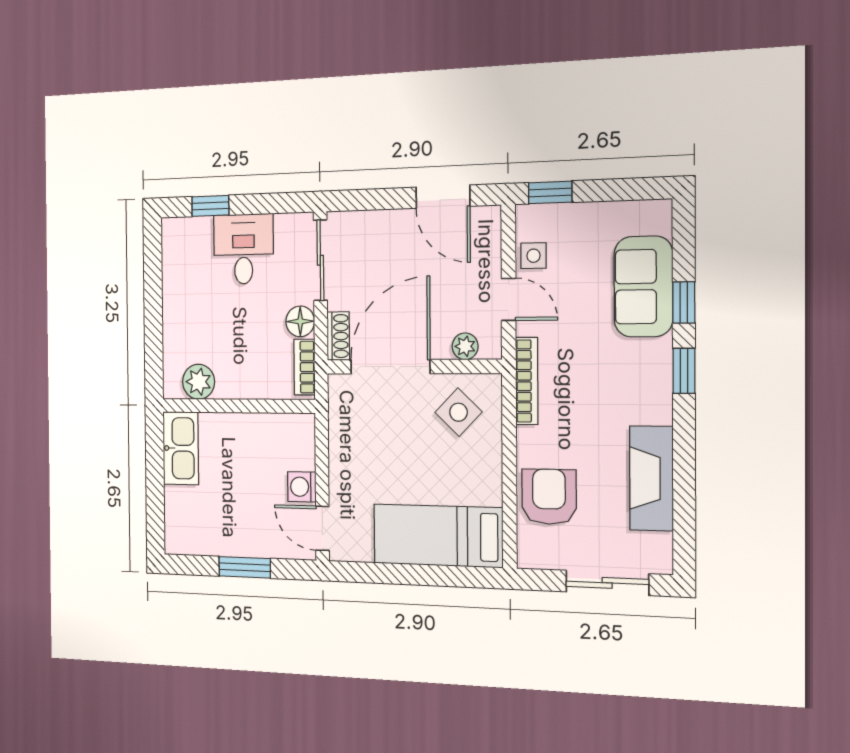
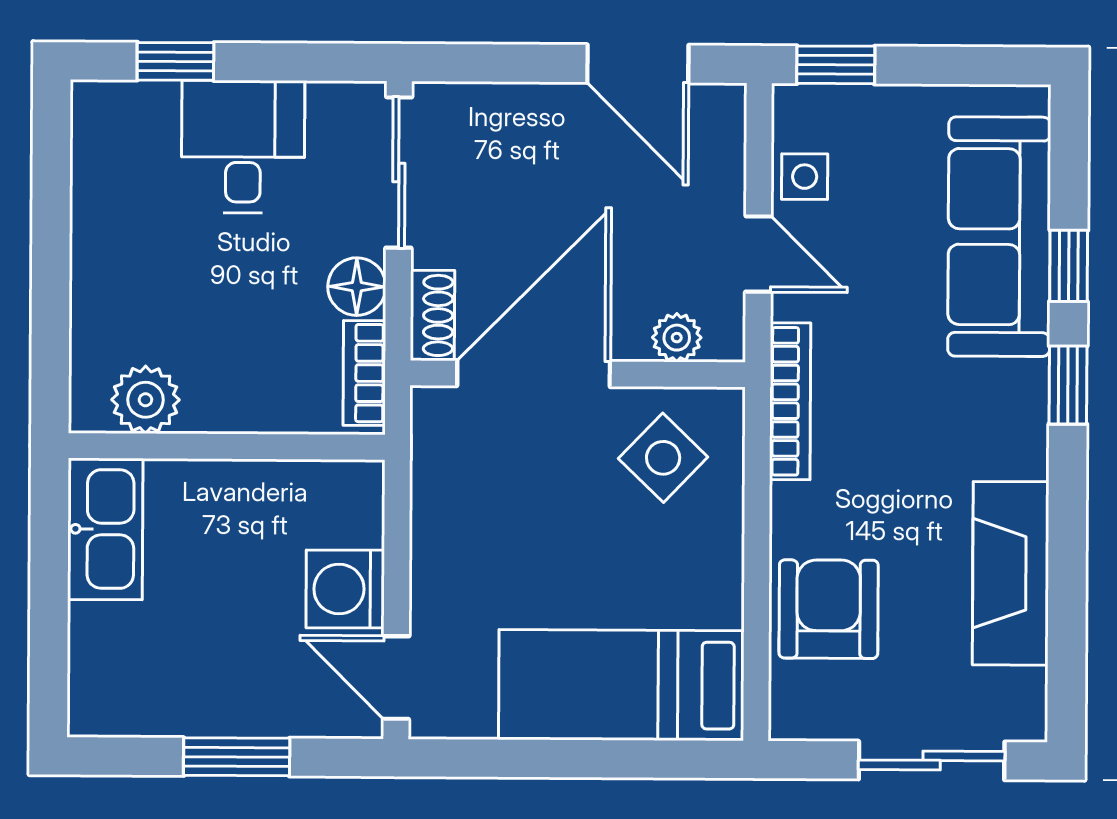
sofa: (643, 287) -> (999, 237), width x1.36
washing machine: (302, 487) -> (345, 589), width x1.38, depth x1.38

